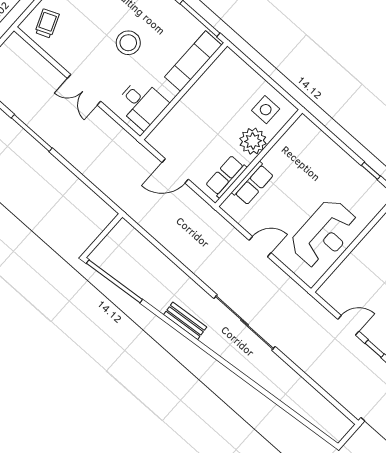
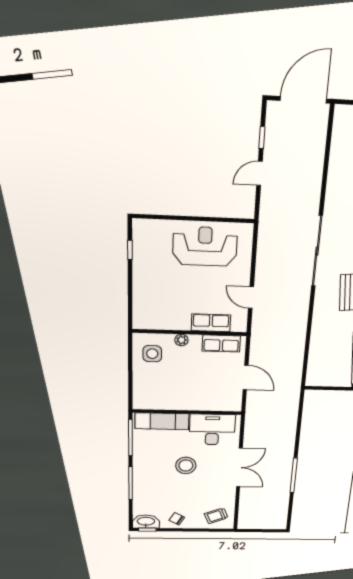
double door: (84, 90) -> (239, 468), width x1.37
desk: (142, 104) -> (212, 430), width x1.37
plant: (253, 141) -> (181, 340), width x0.53, depth x0.53
door: (260, 247) -> (251, 298), moved
door: (348, 325) -> (259, 173), hinge flipped

